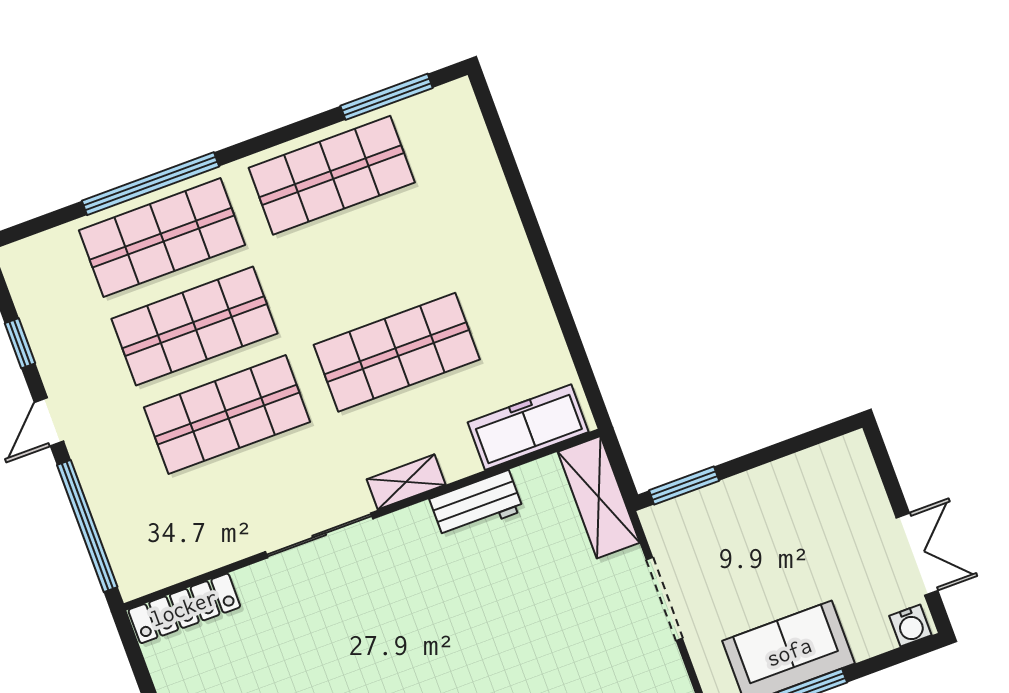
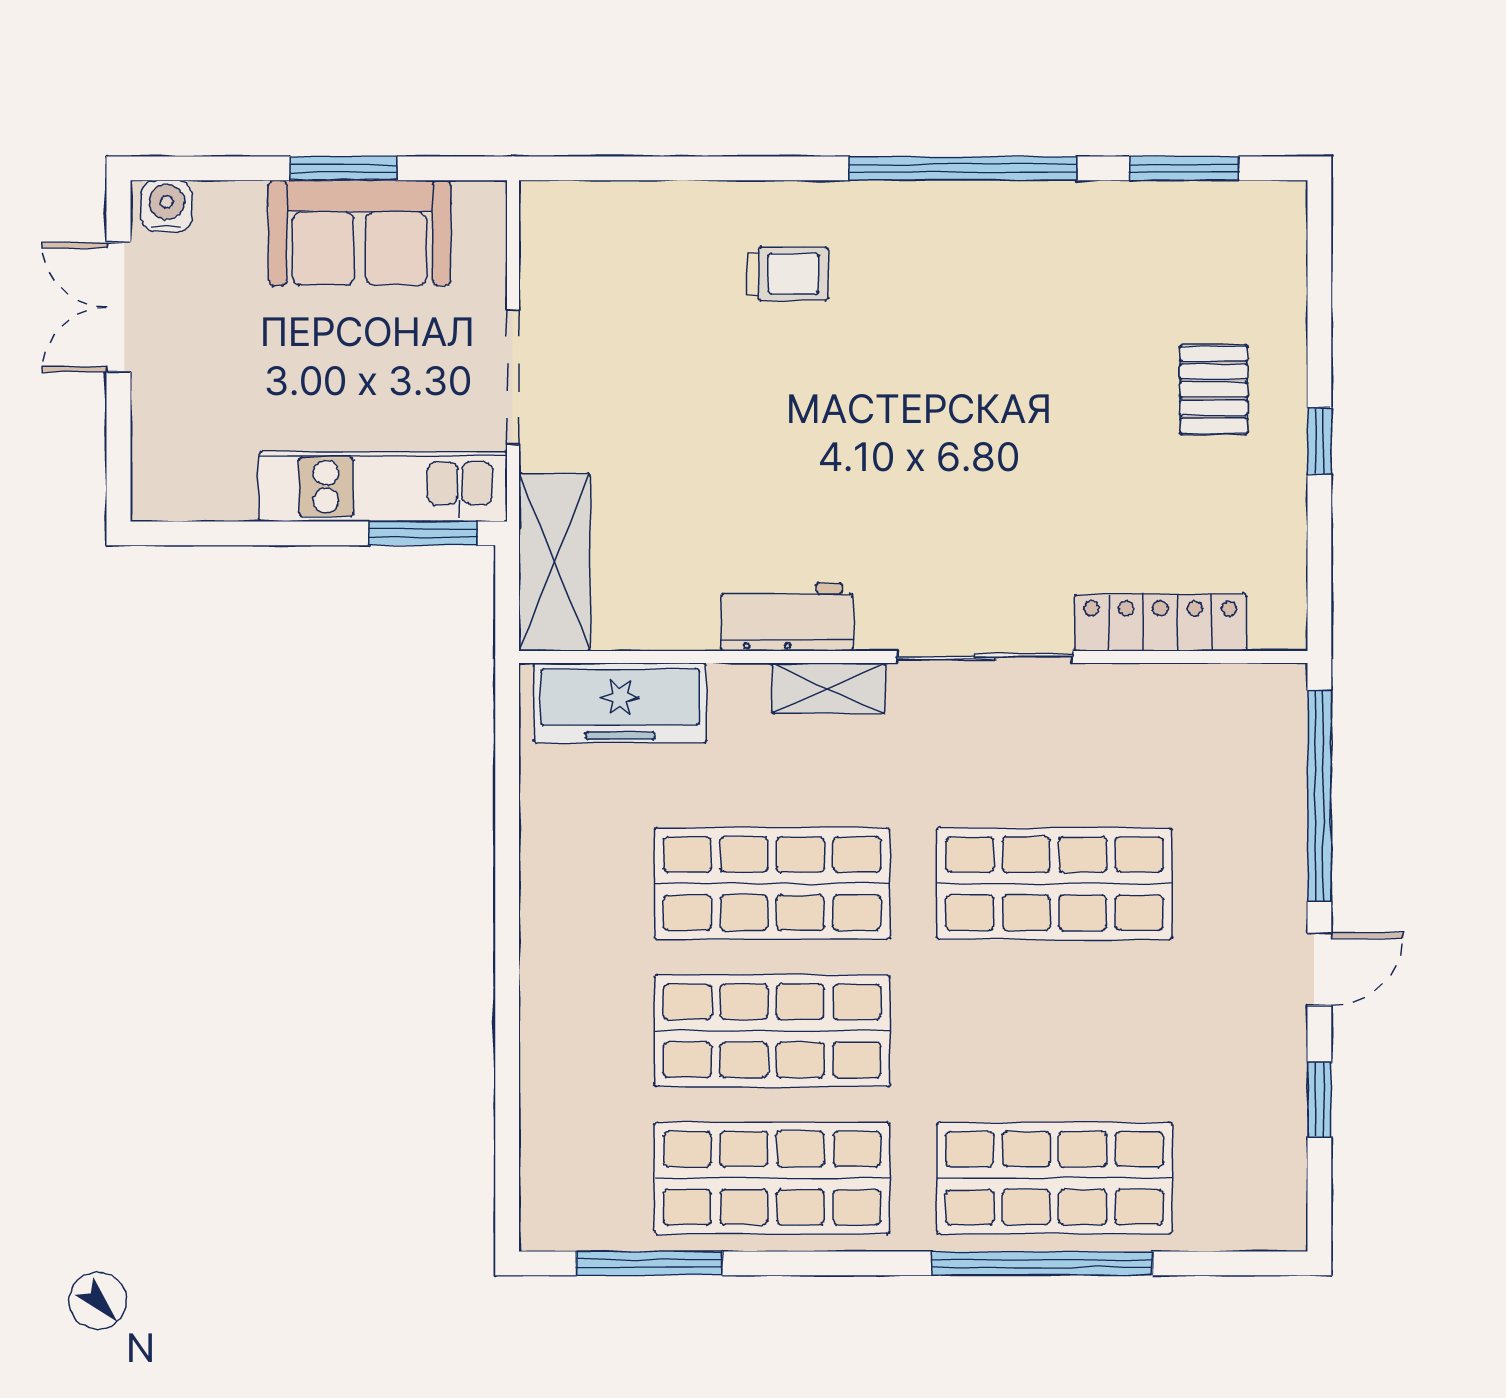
shop shelf: (195, 326) -> (772, 1031), moved
workbench: (477, 505) -> (787, 617), moved
kitchen unit: (718, 505) -> (383, 487), added
locker: (184, 608) -> (1160, 623), moved

